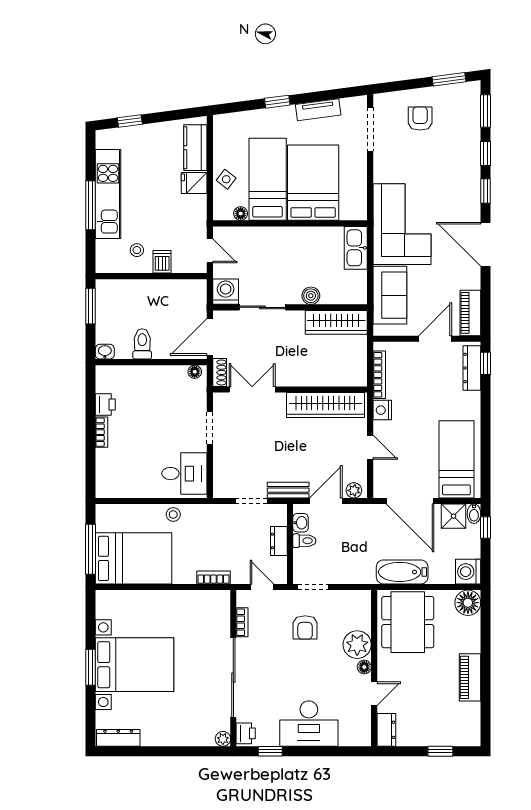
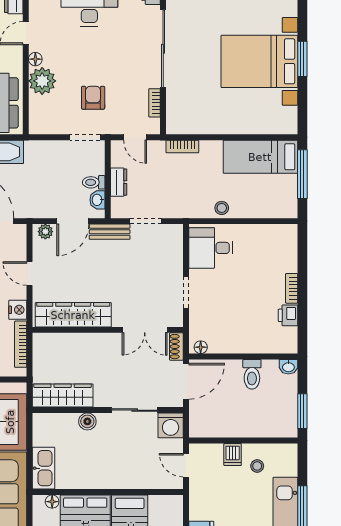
floor lamp: (241, 214) -> (52, 502), moved
bed: (133, 558) -> (260, 157), width x0.67

